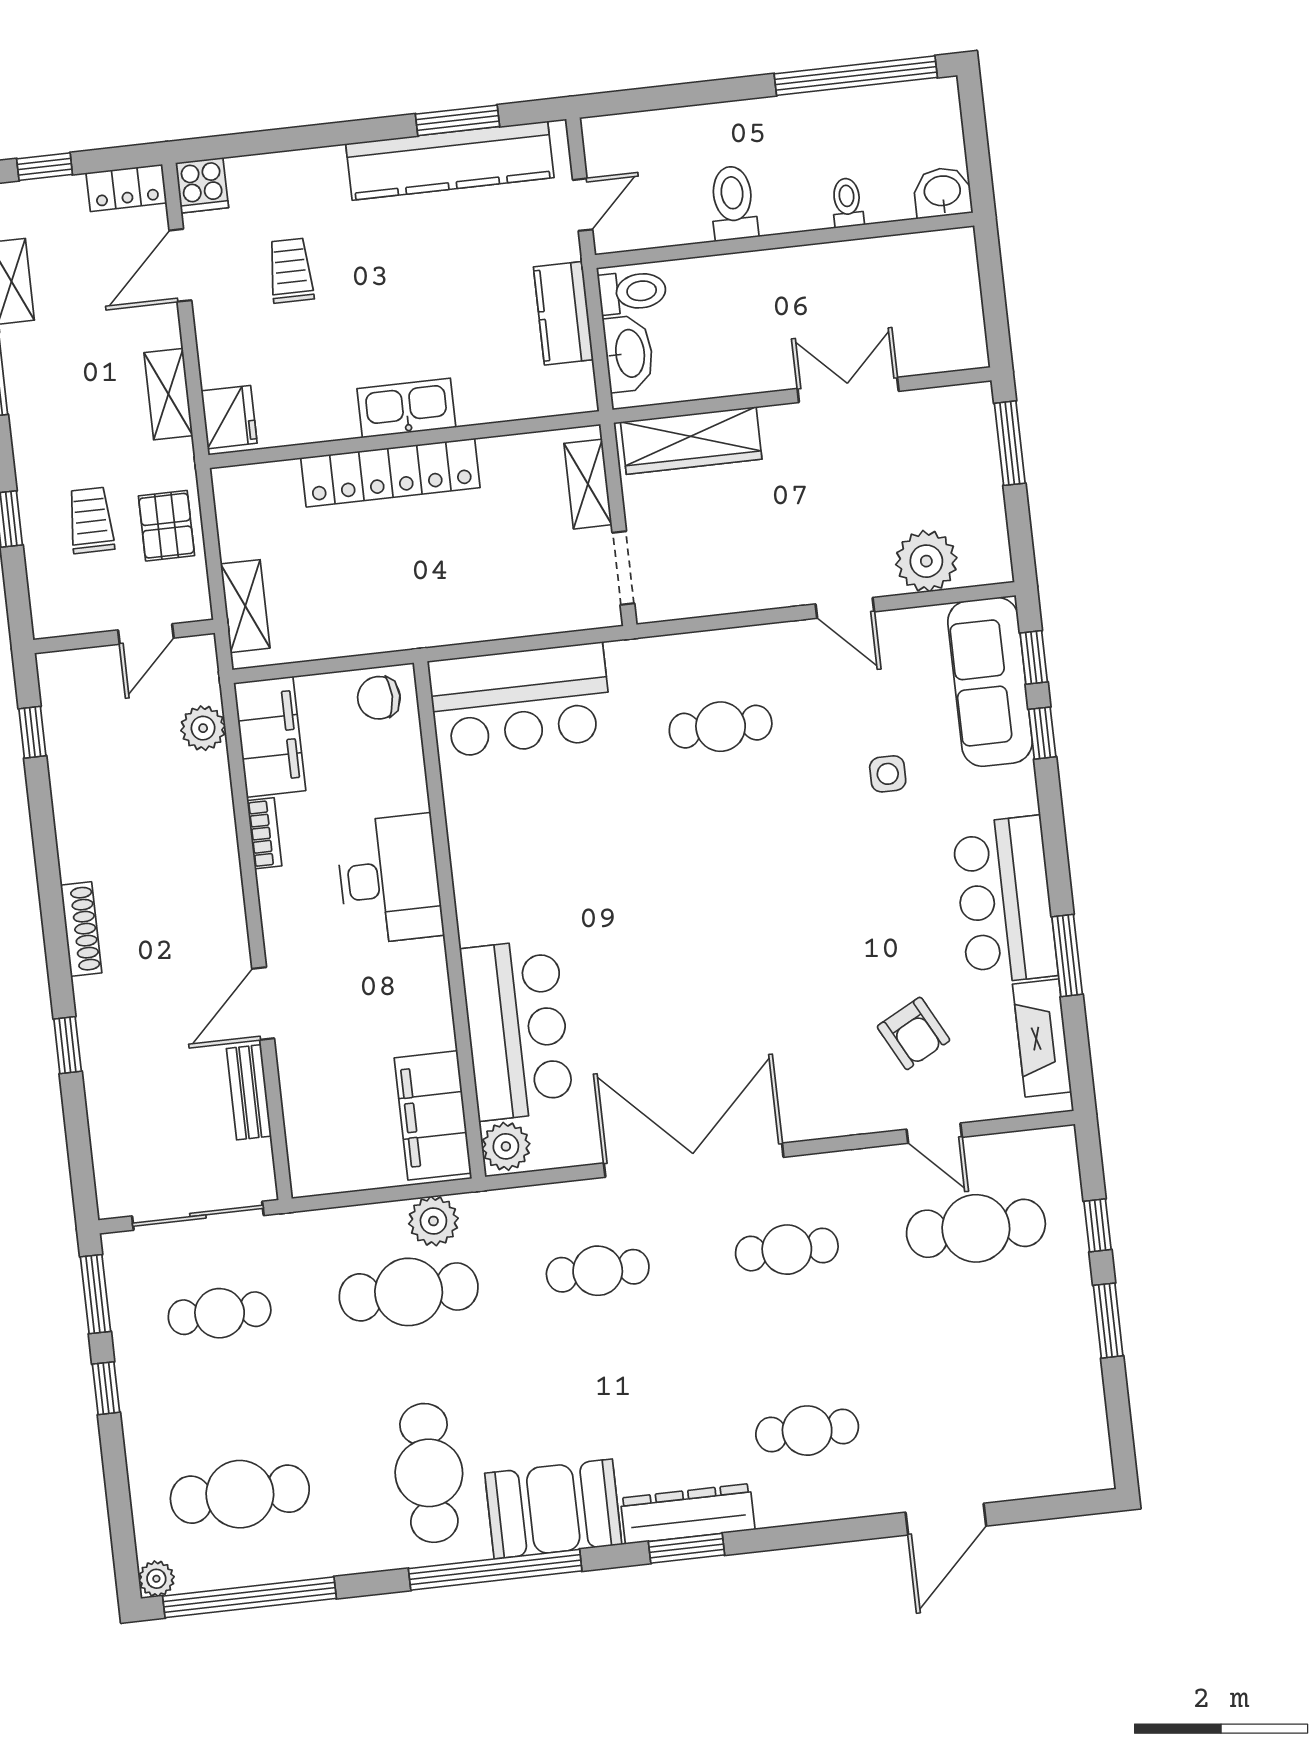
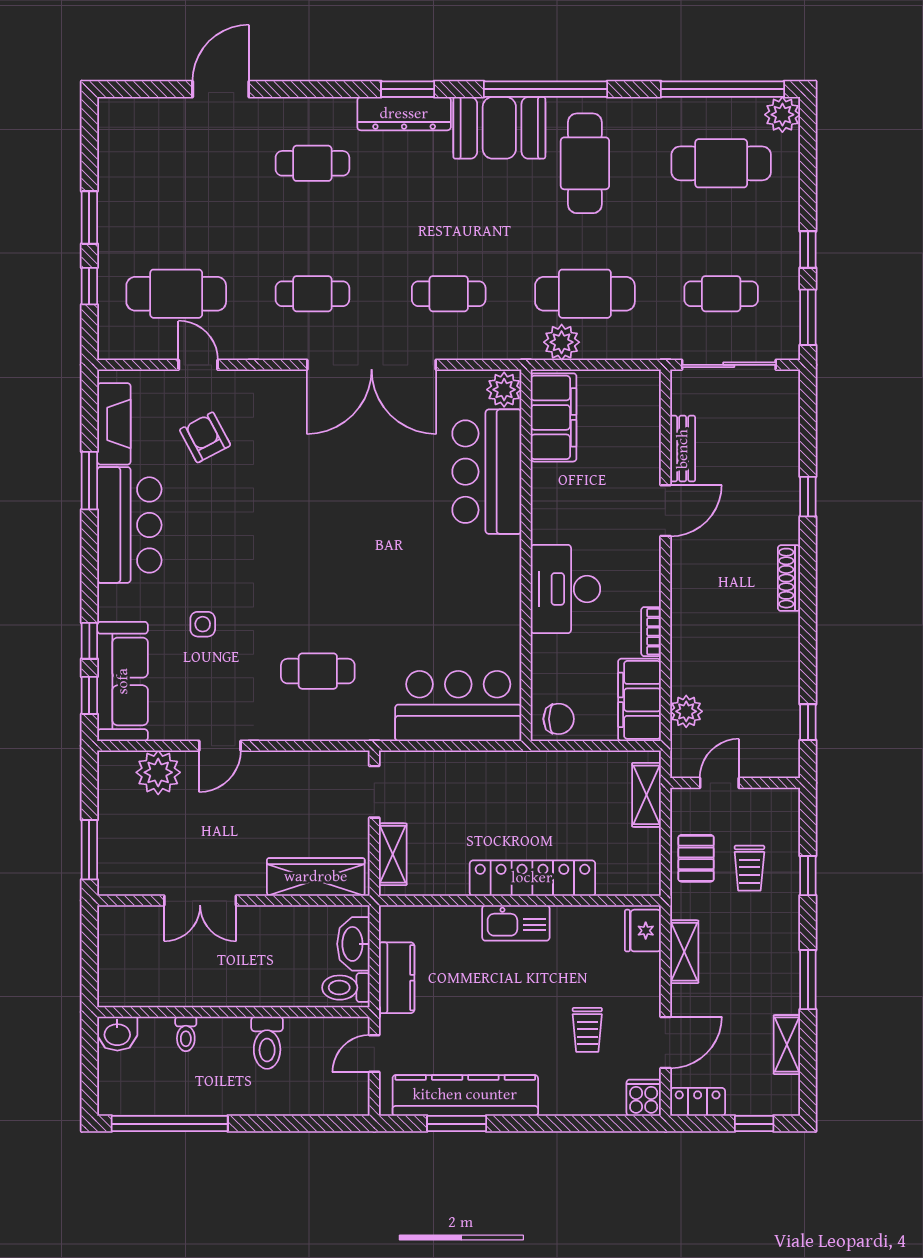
door: (845, 608) -> (220, 746), swing flipped
plant: (156, 1579) -> (782, 115), width x1.38, depth x1.38

